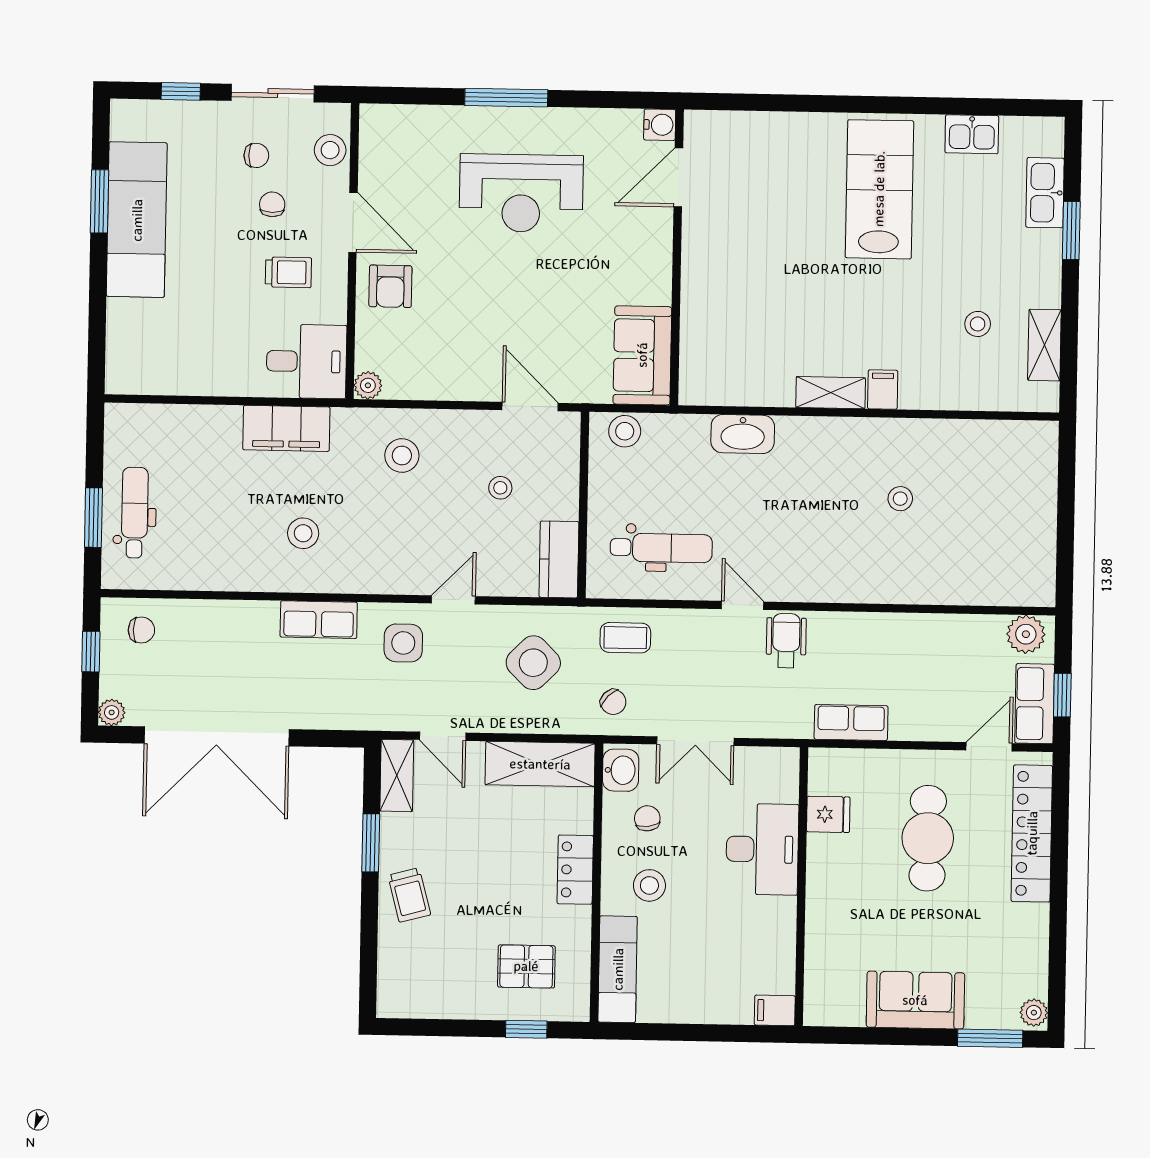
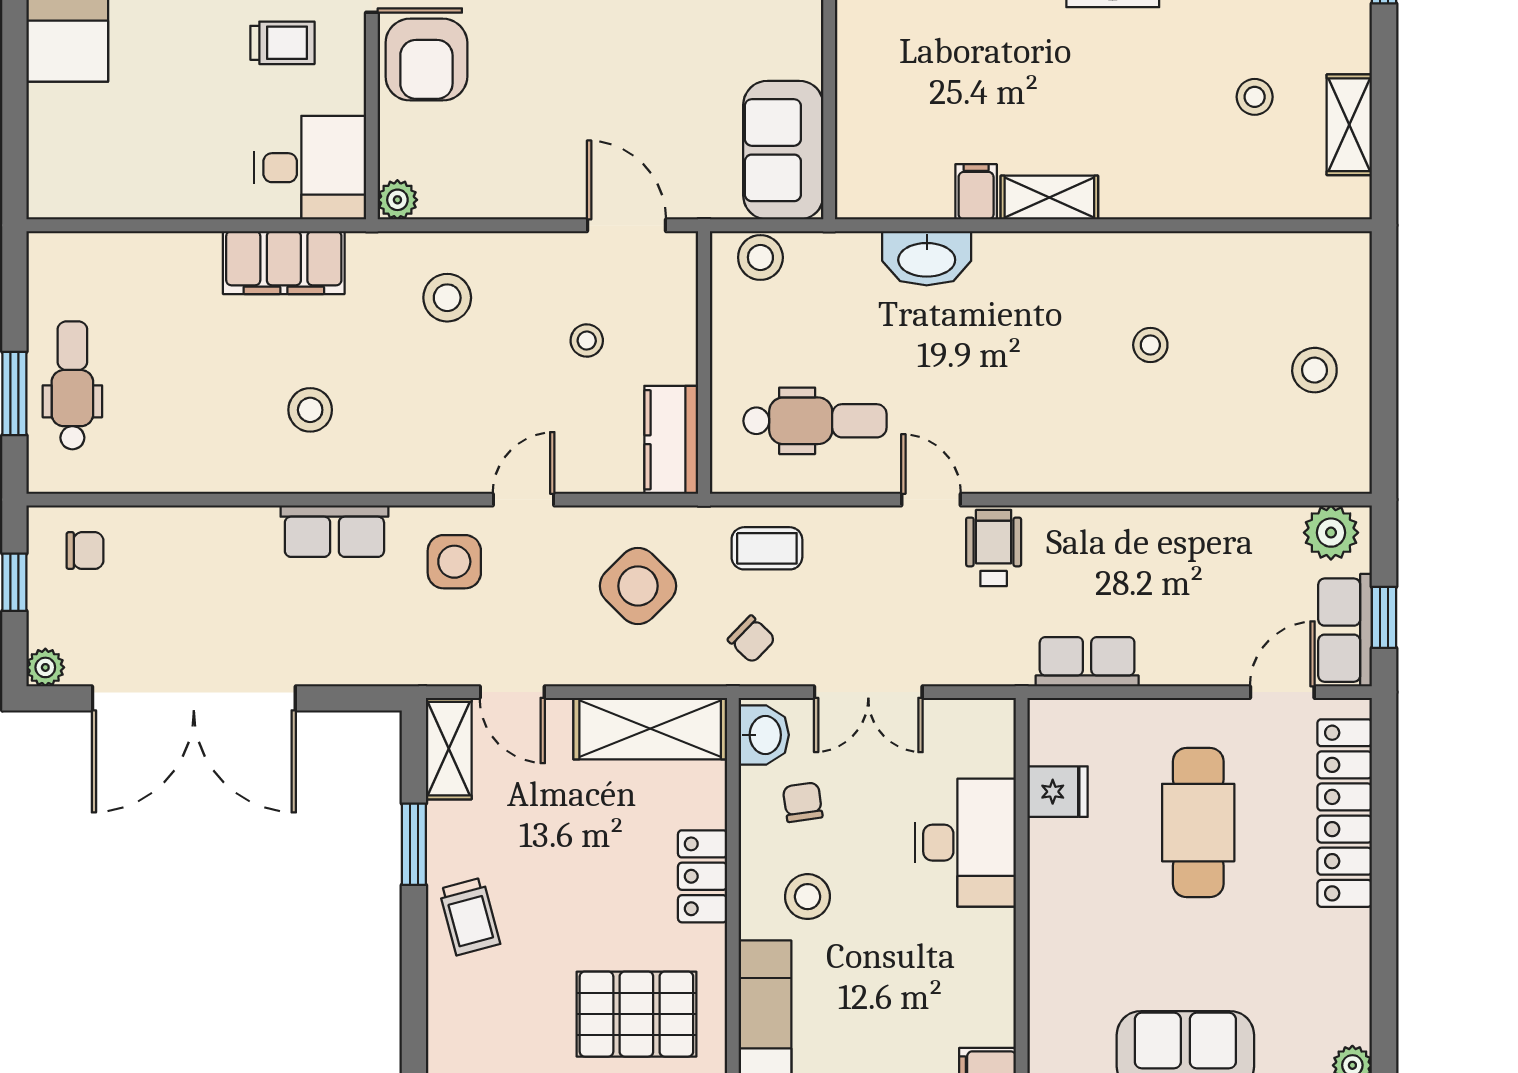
armchair: (390, 286) -> (426, 60), width x1.38, depth x1.38
filing cabinet: (883, 390) -> (976, 192), moved
stool: (1016, 519) -> (1314, 370), added
pallet: (526, 966) -> (636, 1014), width x1.50, depth x1.42

